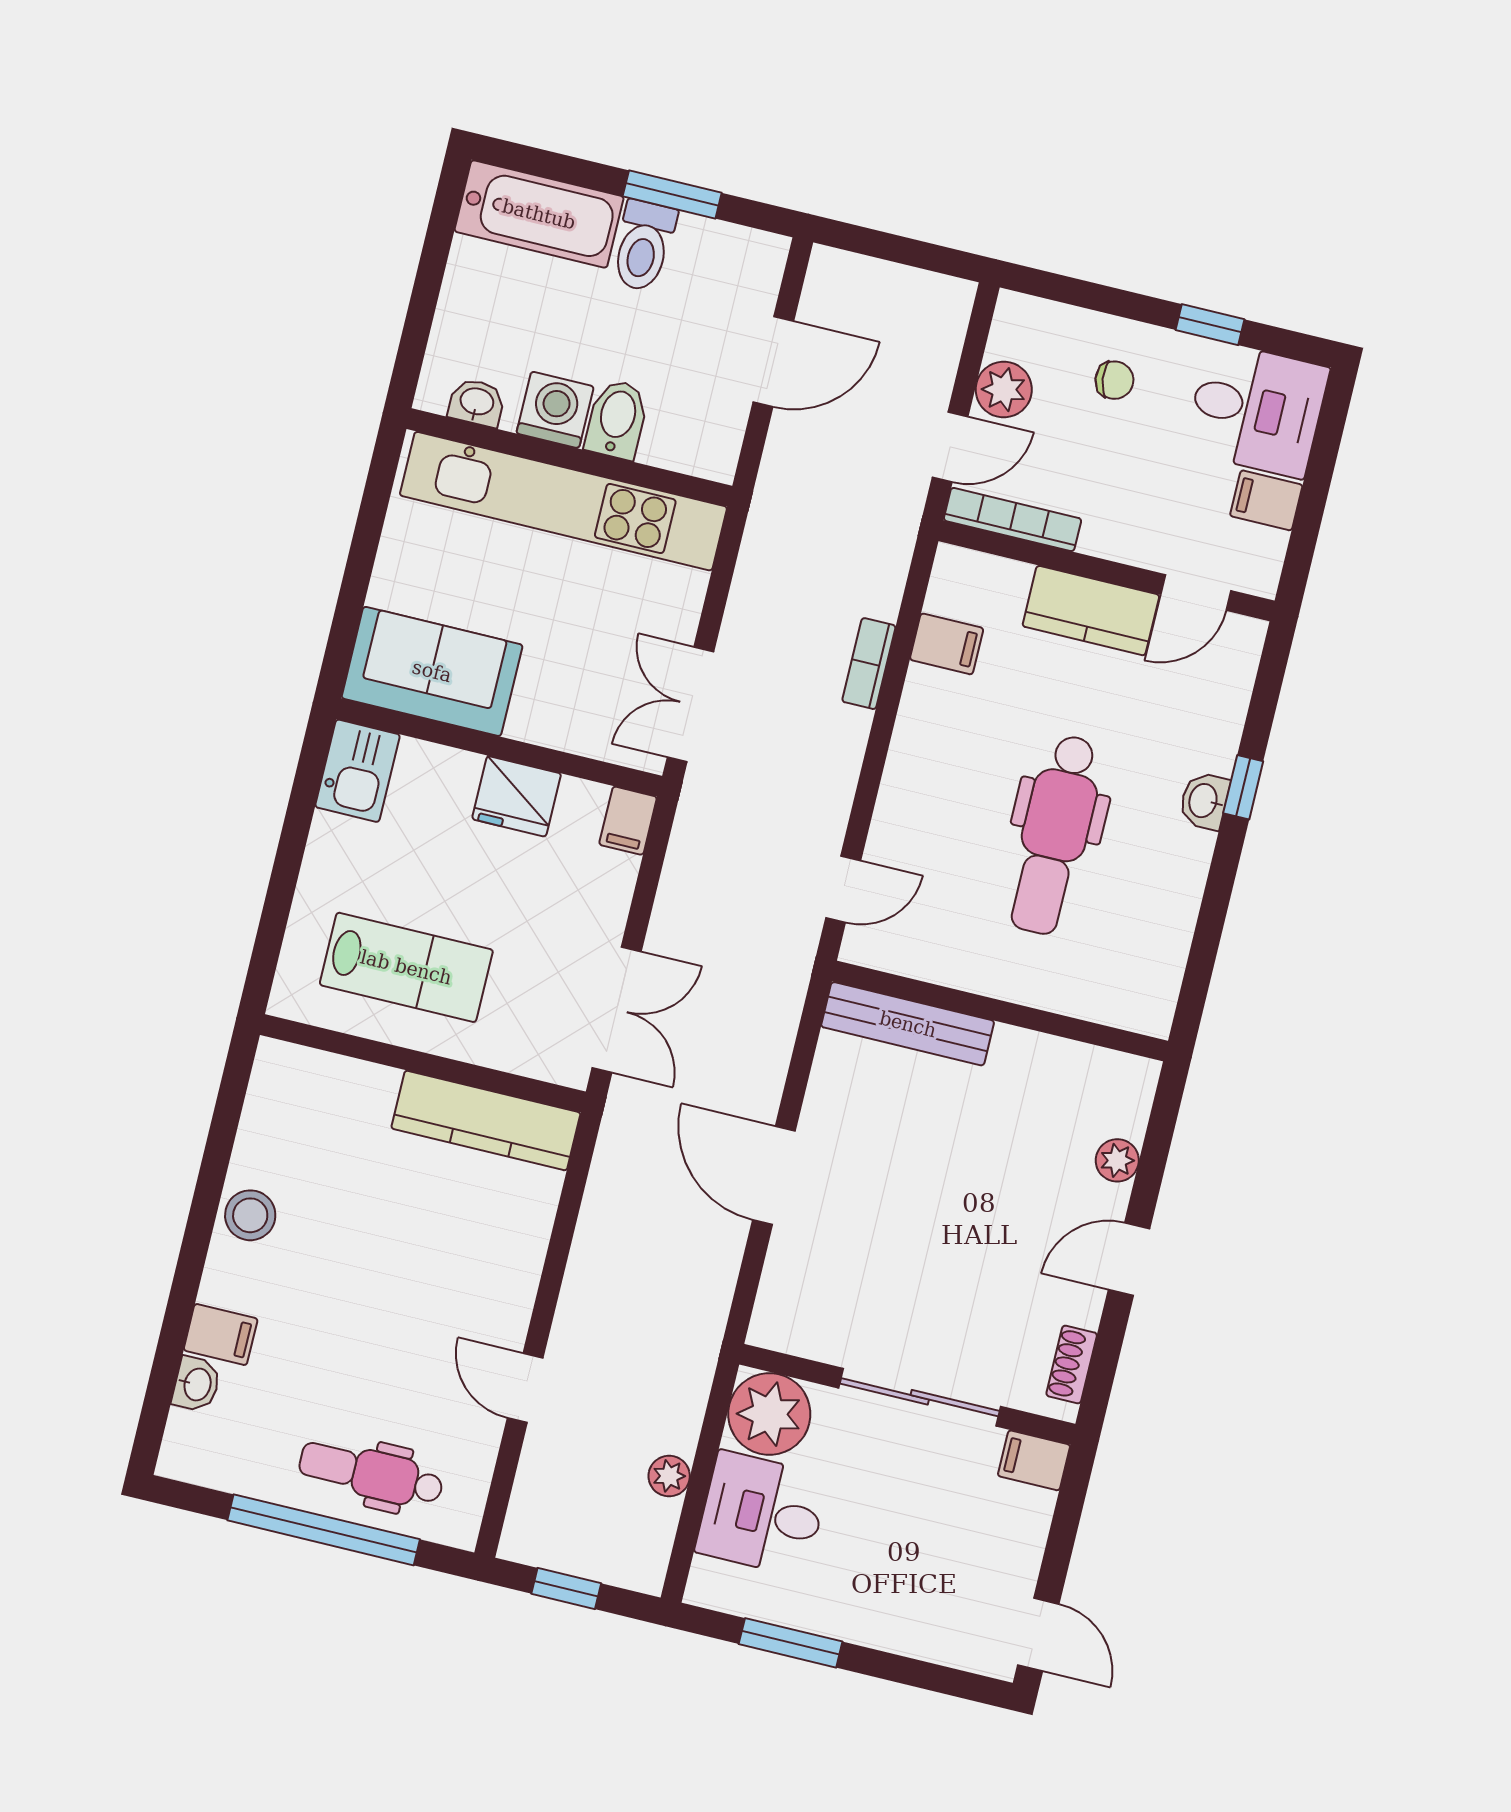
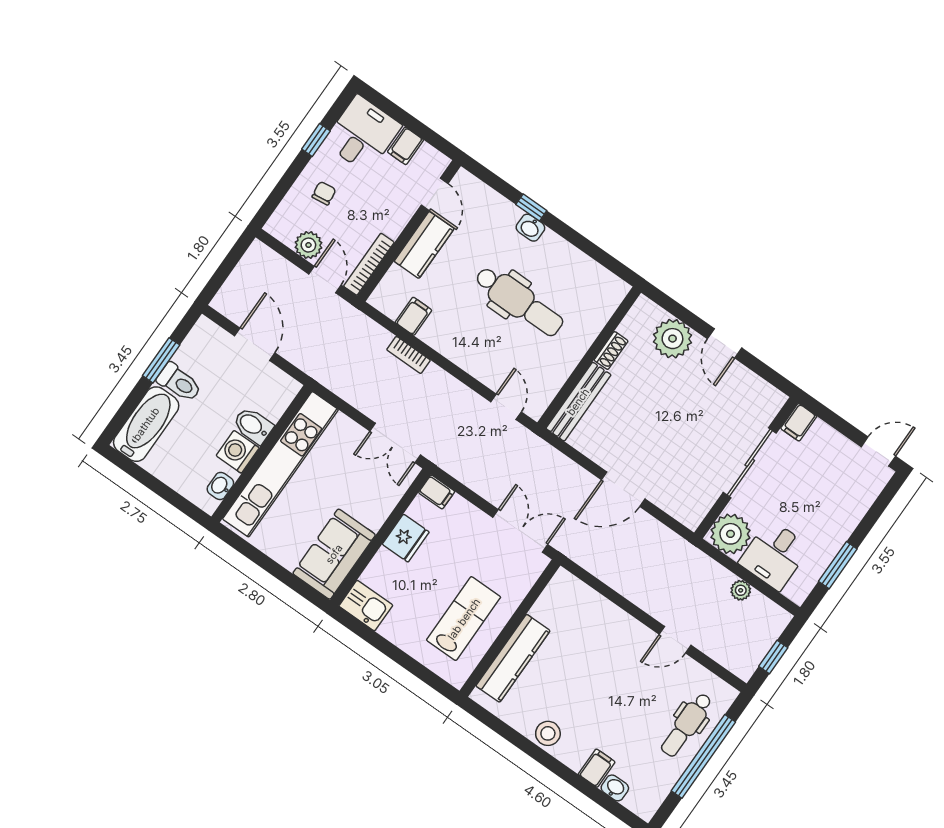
kitchen counter: (486, 1120) -> (513, 658), moved
plant: (1117, 1160) -> (672, 339), width x1.88, depth x1.88
shoe rack: (1072, 1364) -> (611, 350), moved, turned -90

